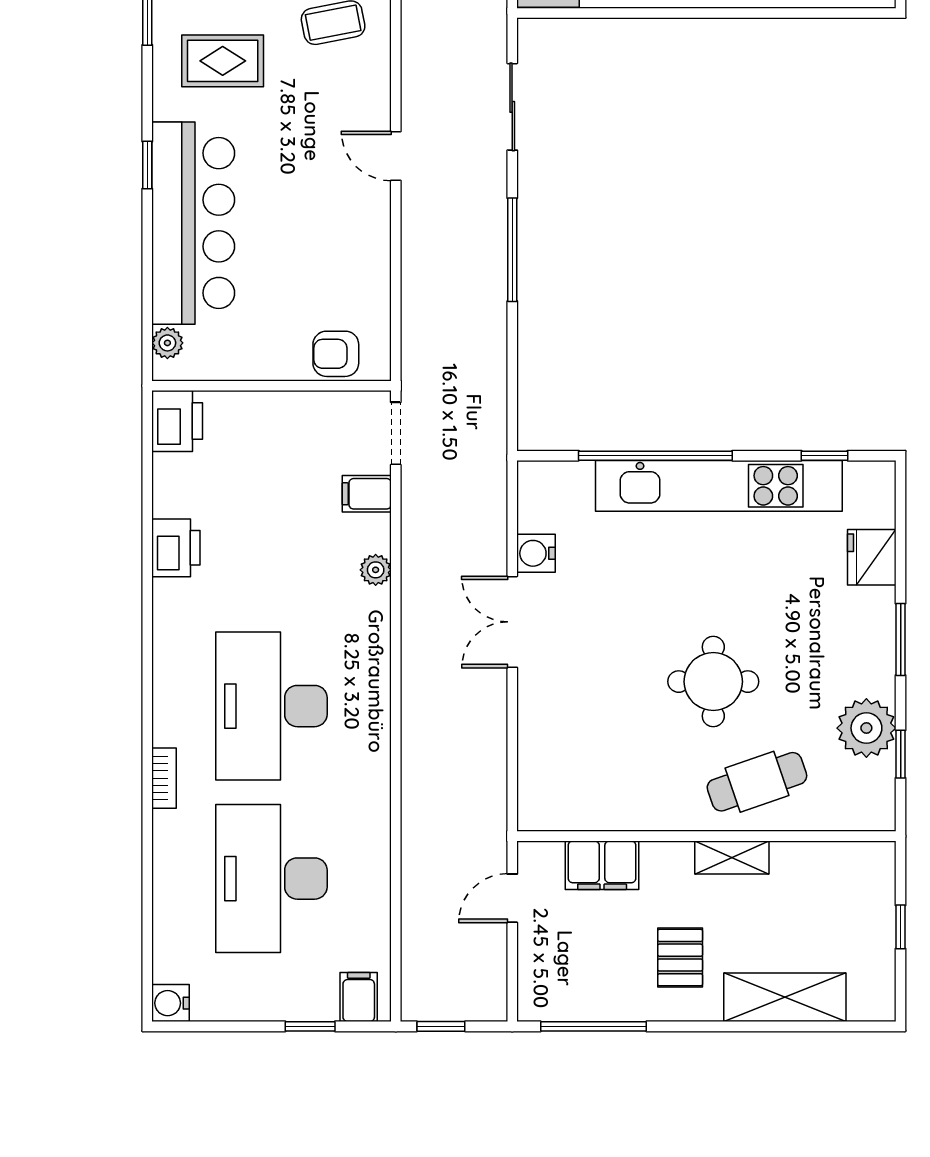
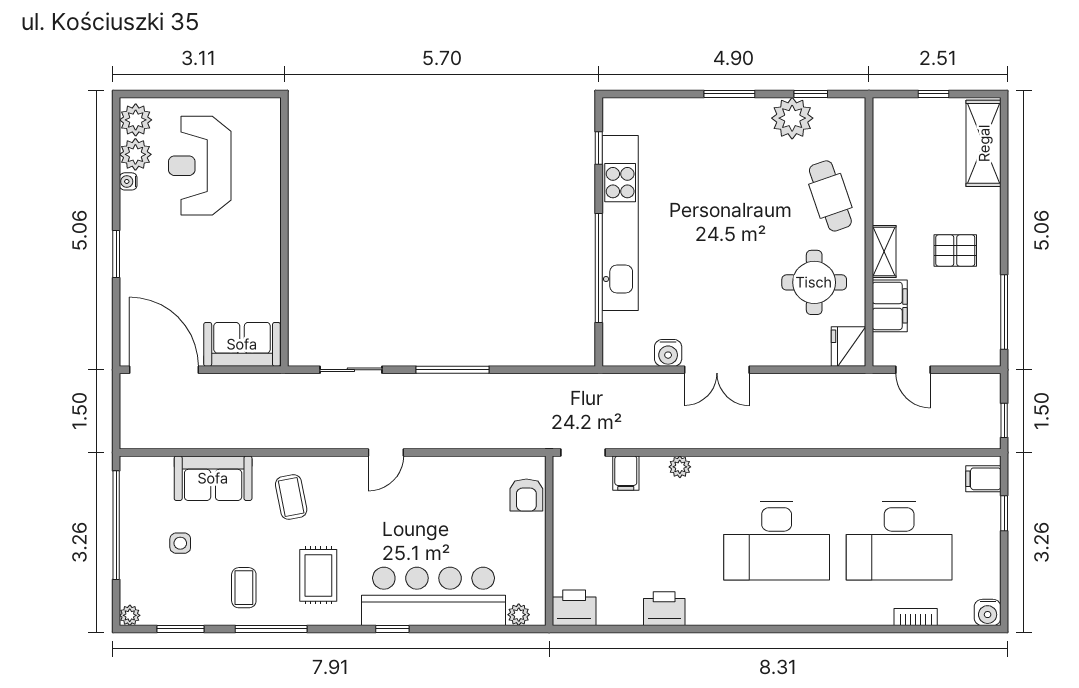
fridge: (872, 557) -> (849, 347), moved, turned 90
round table: (713, 682) -> (814, 282), moved
bookcase: (164, 778) -> (916, 617), moved
shelving: (732, 857) -> (884, 251), moved
shelving: (785, 997) -> (984, 143), moved

